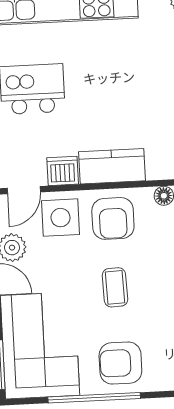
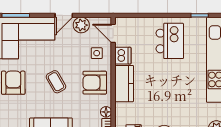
side table: (61, 218) -> (97, 53), width x0.54, depth x0.54
coffee table: (115, 287) -> (56, 82), turned 62

